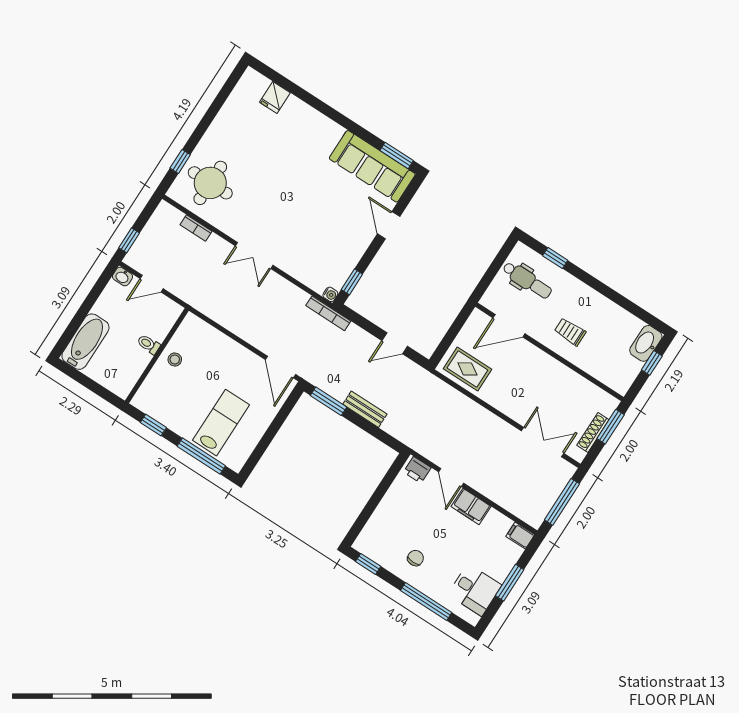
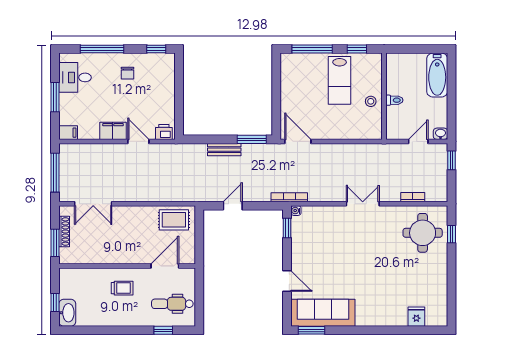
lab bench: (221, 423) -> (340, 80), moved

